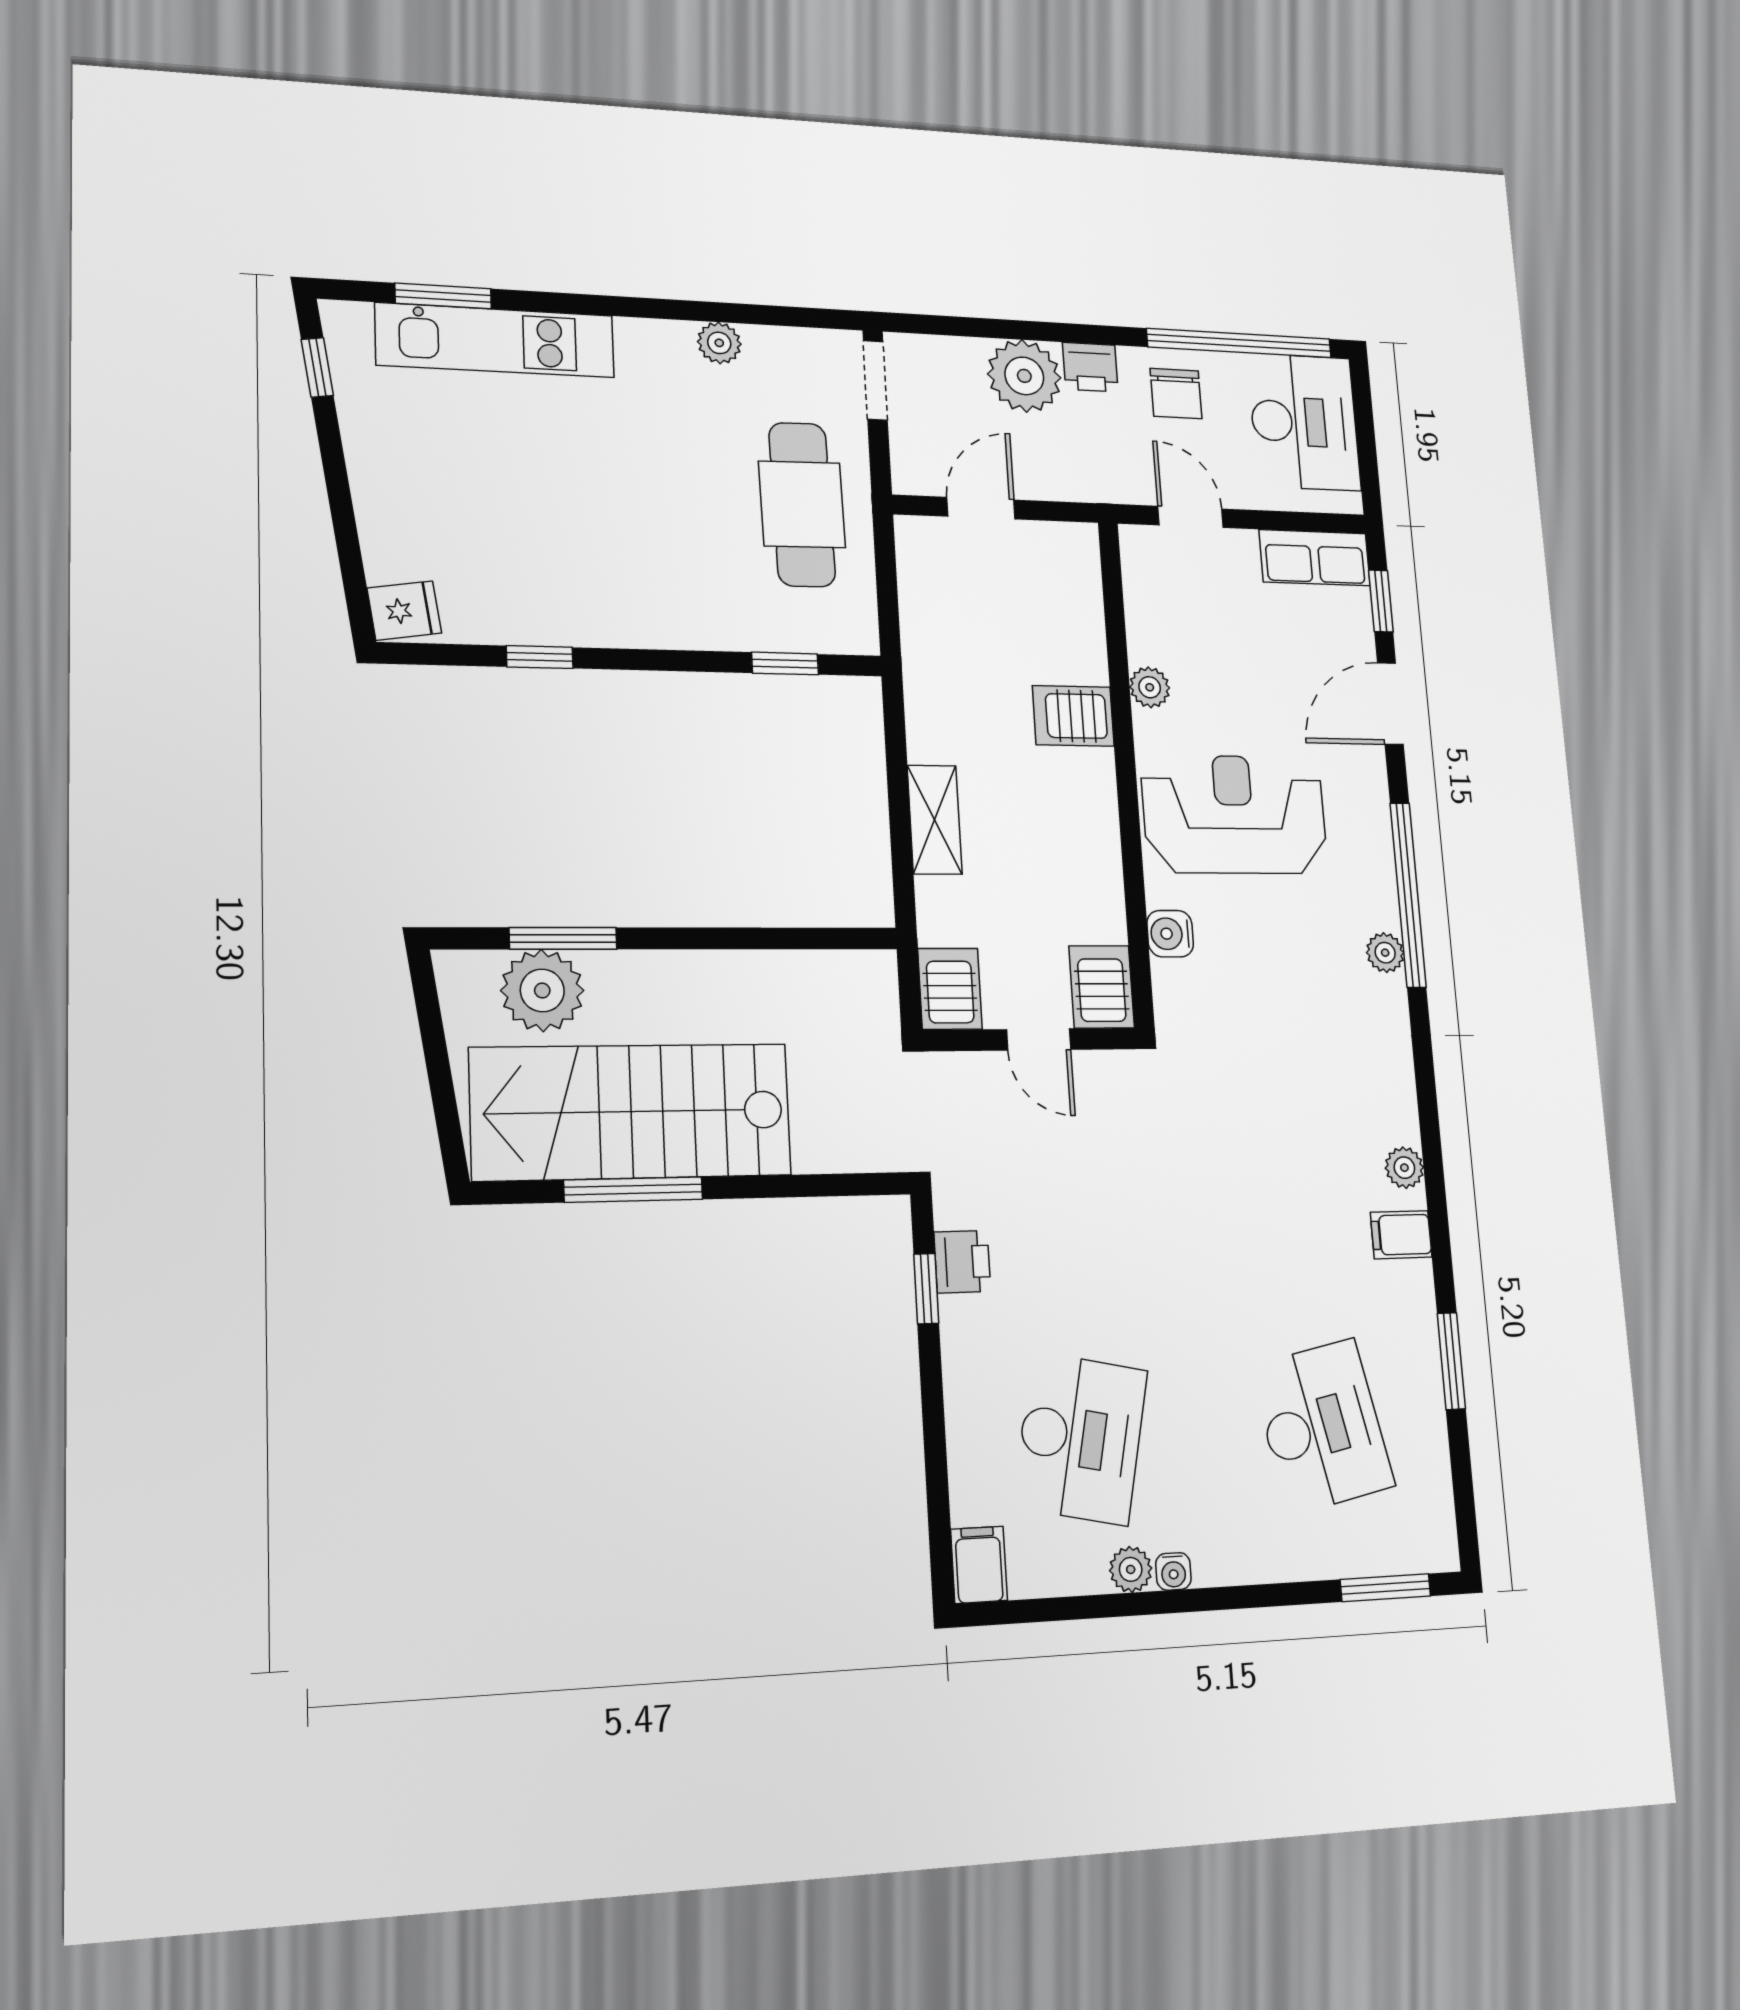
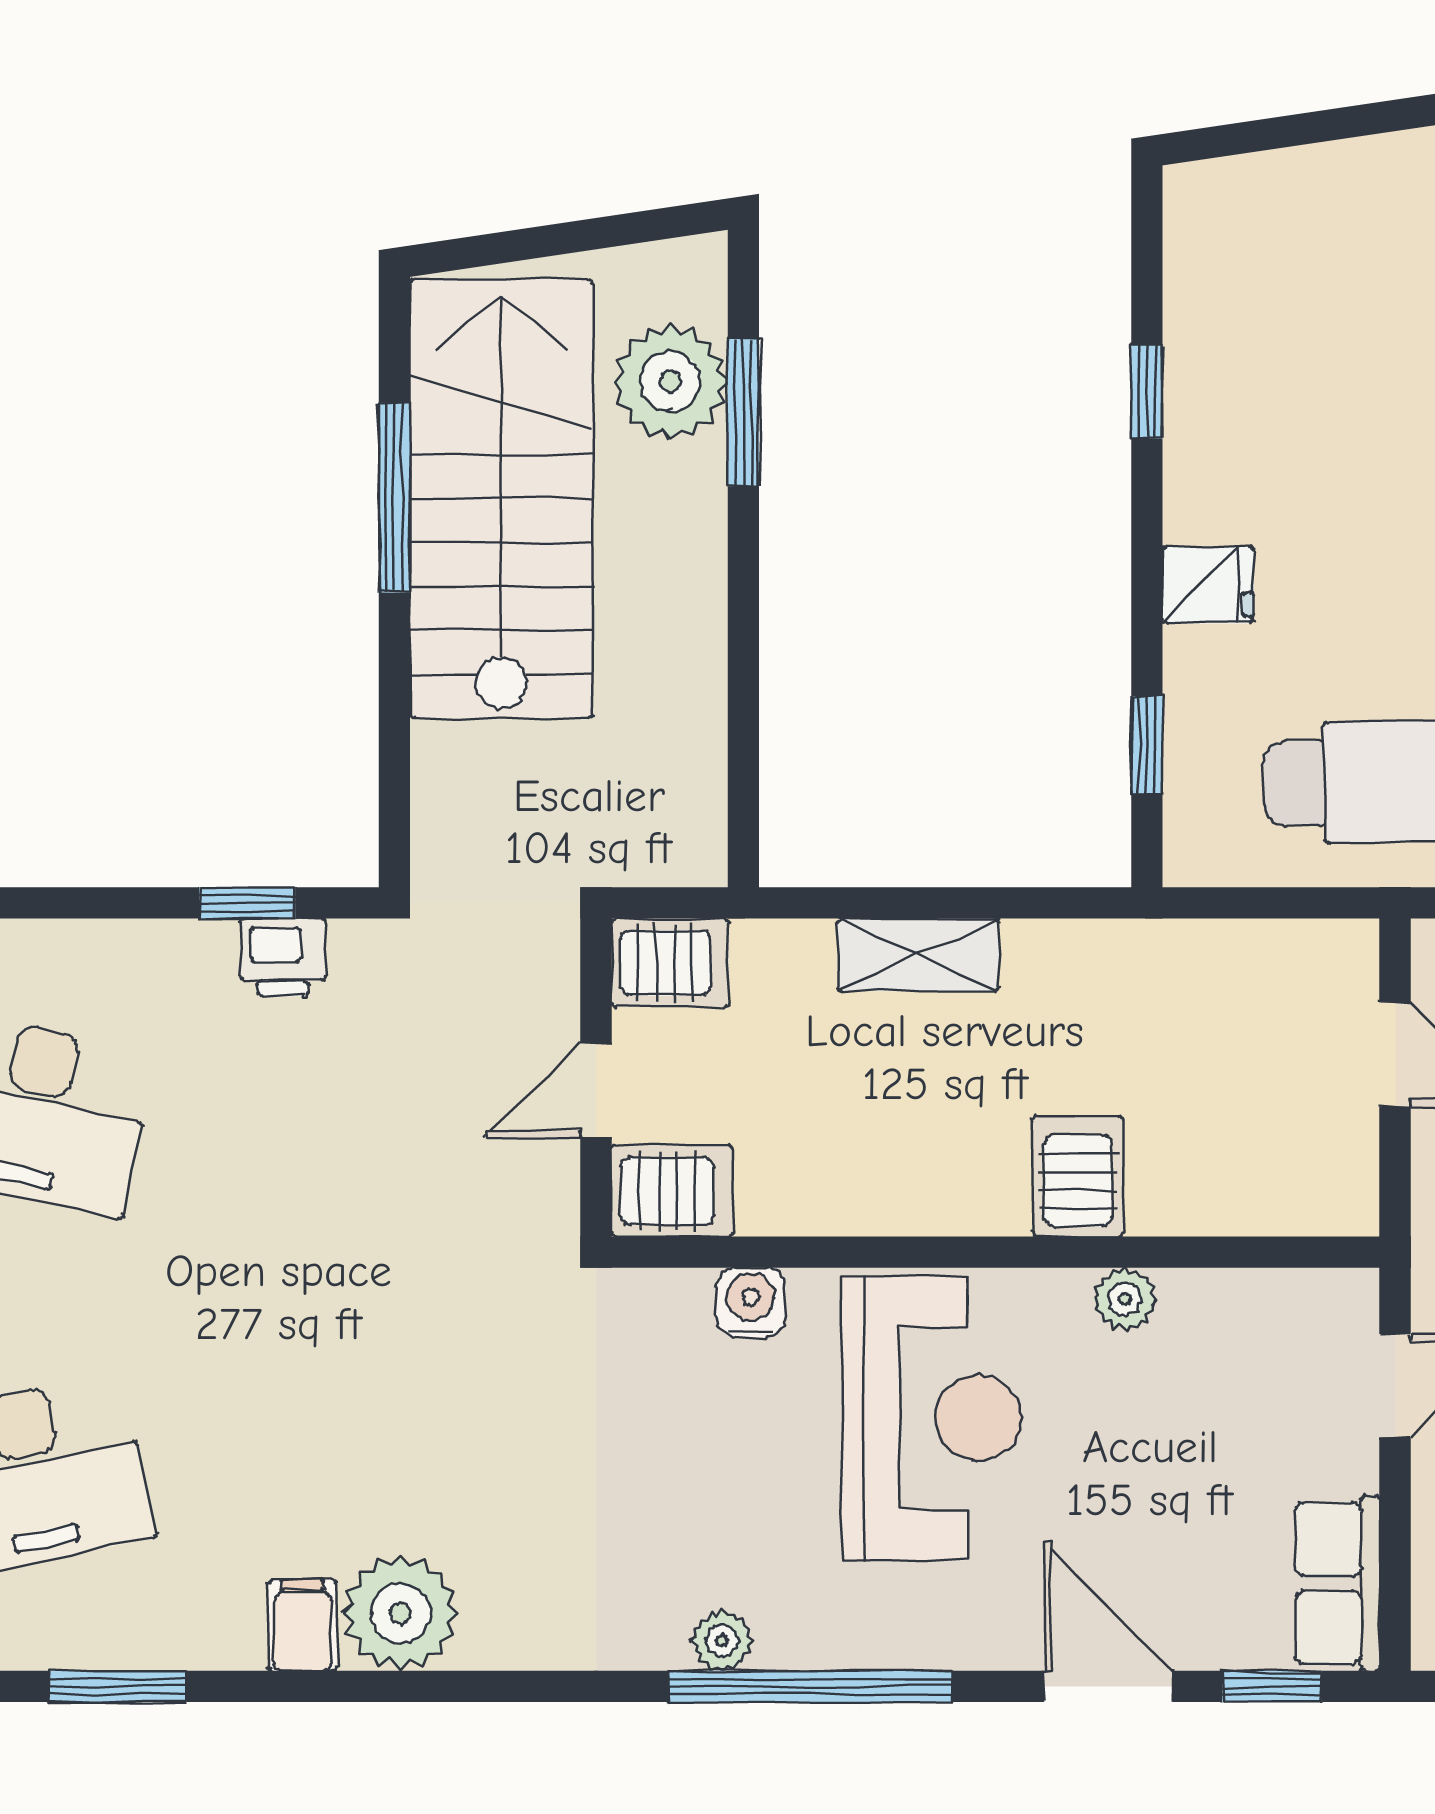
fridge: (404, 611) -> (1208, 585), moved, turned -82
plant: (1404, 1168) -> (400, 1613), width x1.88, depth x1.88

